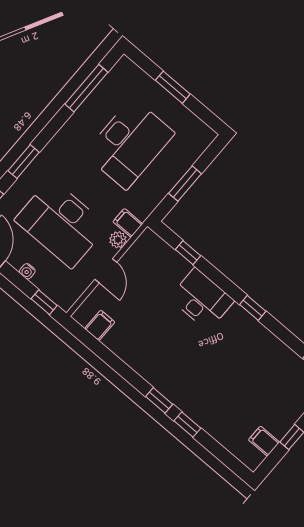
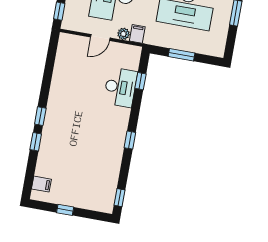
desk: (202, 299) -> (120, 87), moved
filing cabinet: (100, 325) -> (65, 53), removed
filing cabinet: (264, 441) -> (41, 184), moved, turned 90

